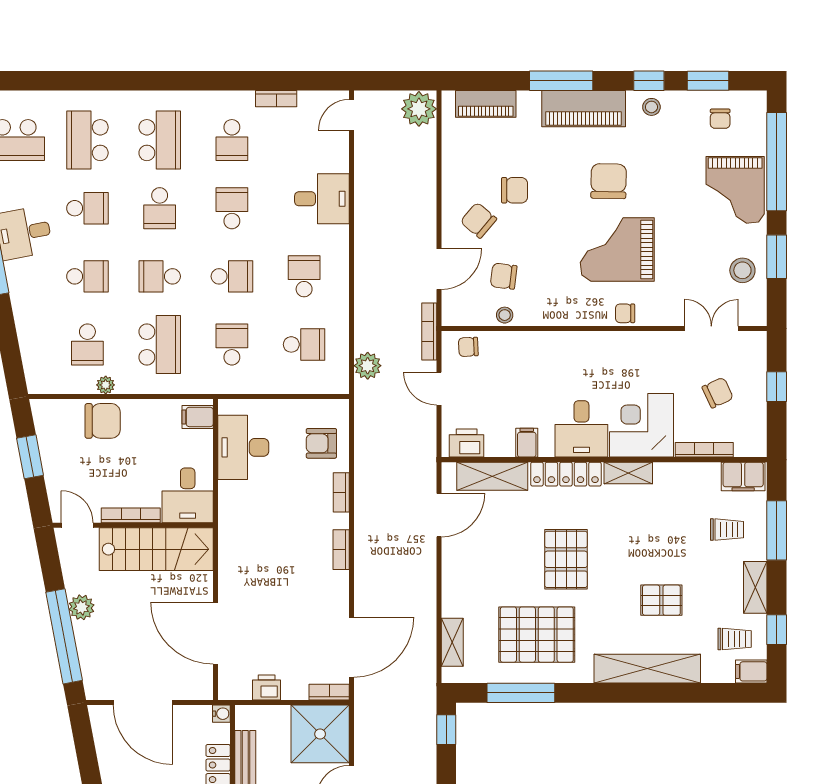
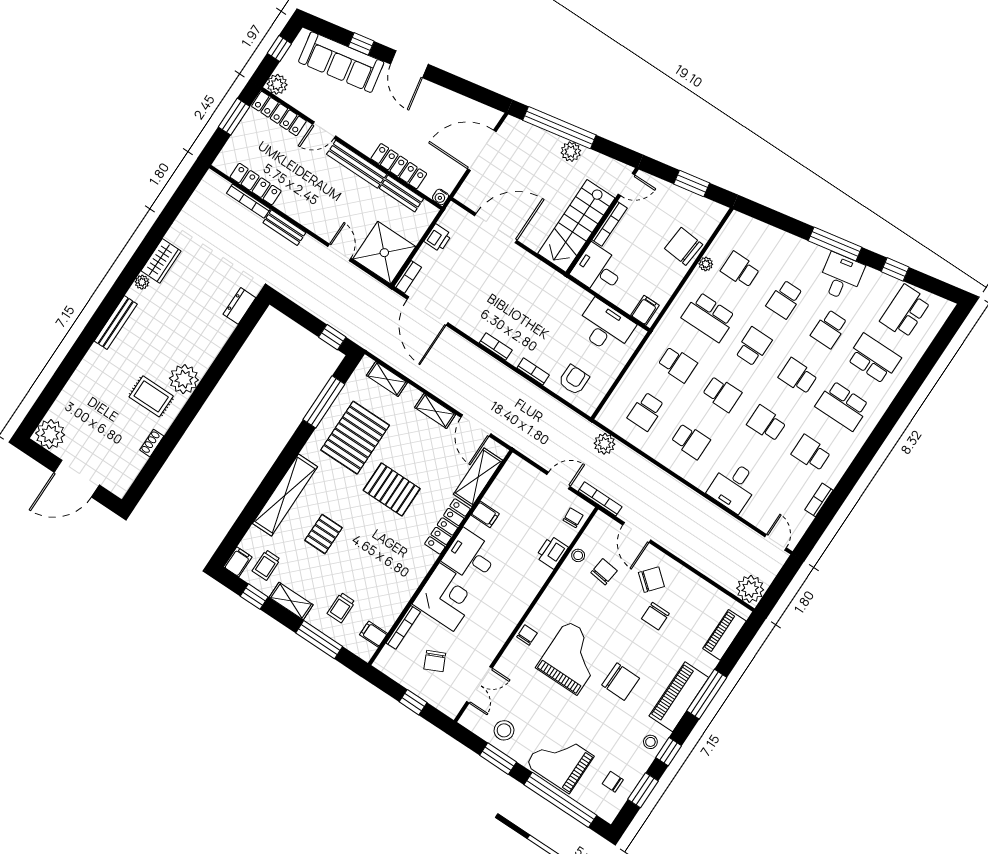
school desk: (232, 208) -> (767, 423), turned 180
school desk: (232, 276) -> (722, 394), turned -90
chair: (103, 421) -> (684, 246), turned 95
printer: (467, 443) -> (552, 552), moved, turned 180
shelving: (628, 473) -> (435, 411), moved, turned 90
filing cabinet: (743, 477) -> (374, 634), width x0.50

